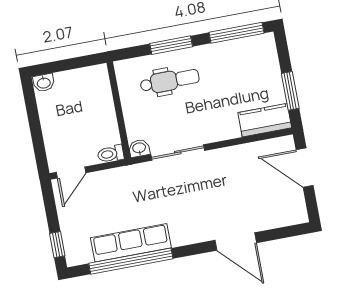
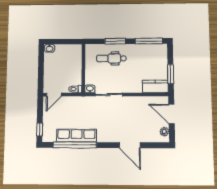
dental chair: (170, 81) -> (111, 58), turned 180
plant: (297, 203) -> (164, 132), added

